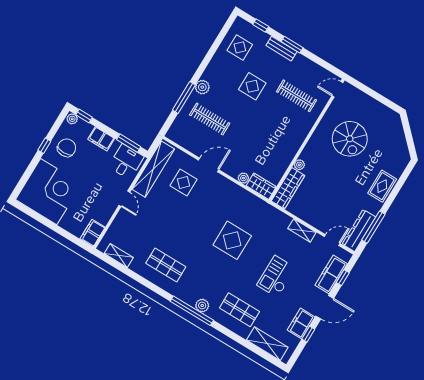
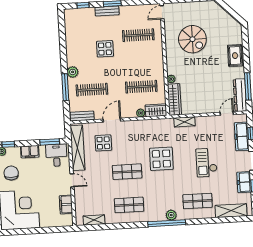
display table: (240, 47) -> (79, 29), removed
bench: (181, 140) -> (82, 116), added
clothes rail: (263, 151) -> (141, 87), added
shop shelf: (188, 229) -> (127, 172), added
shelving: (302, 230) -> (185, 122), moved
filing cabinet: (93, 233) -> (66, 205), moved

